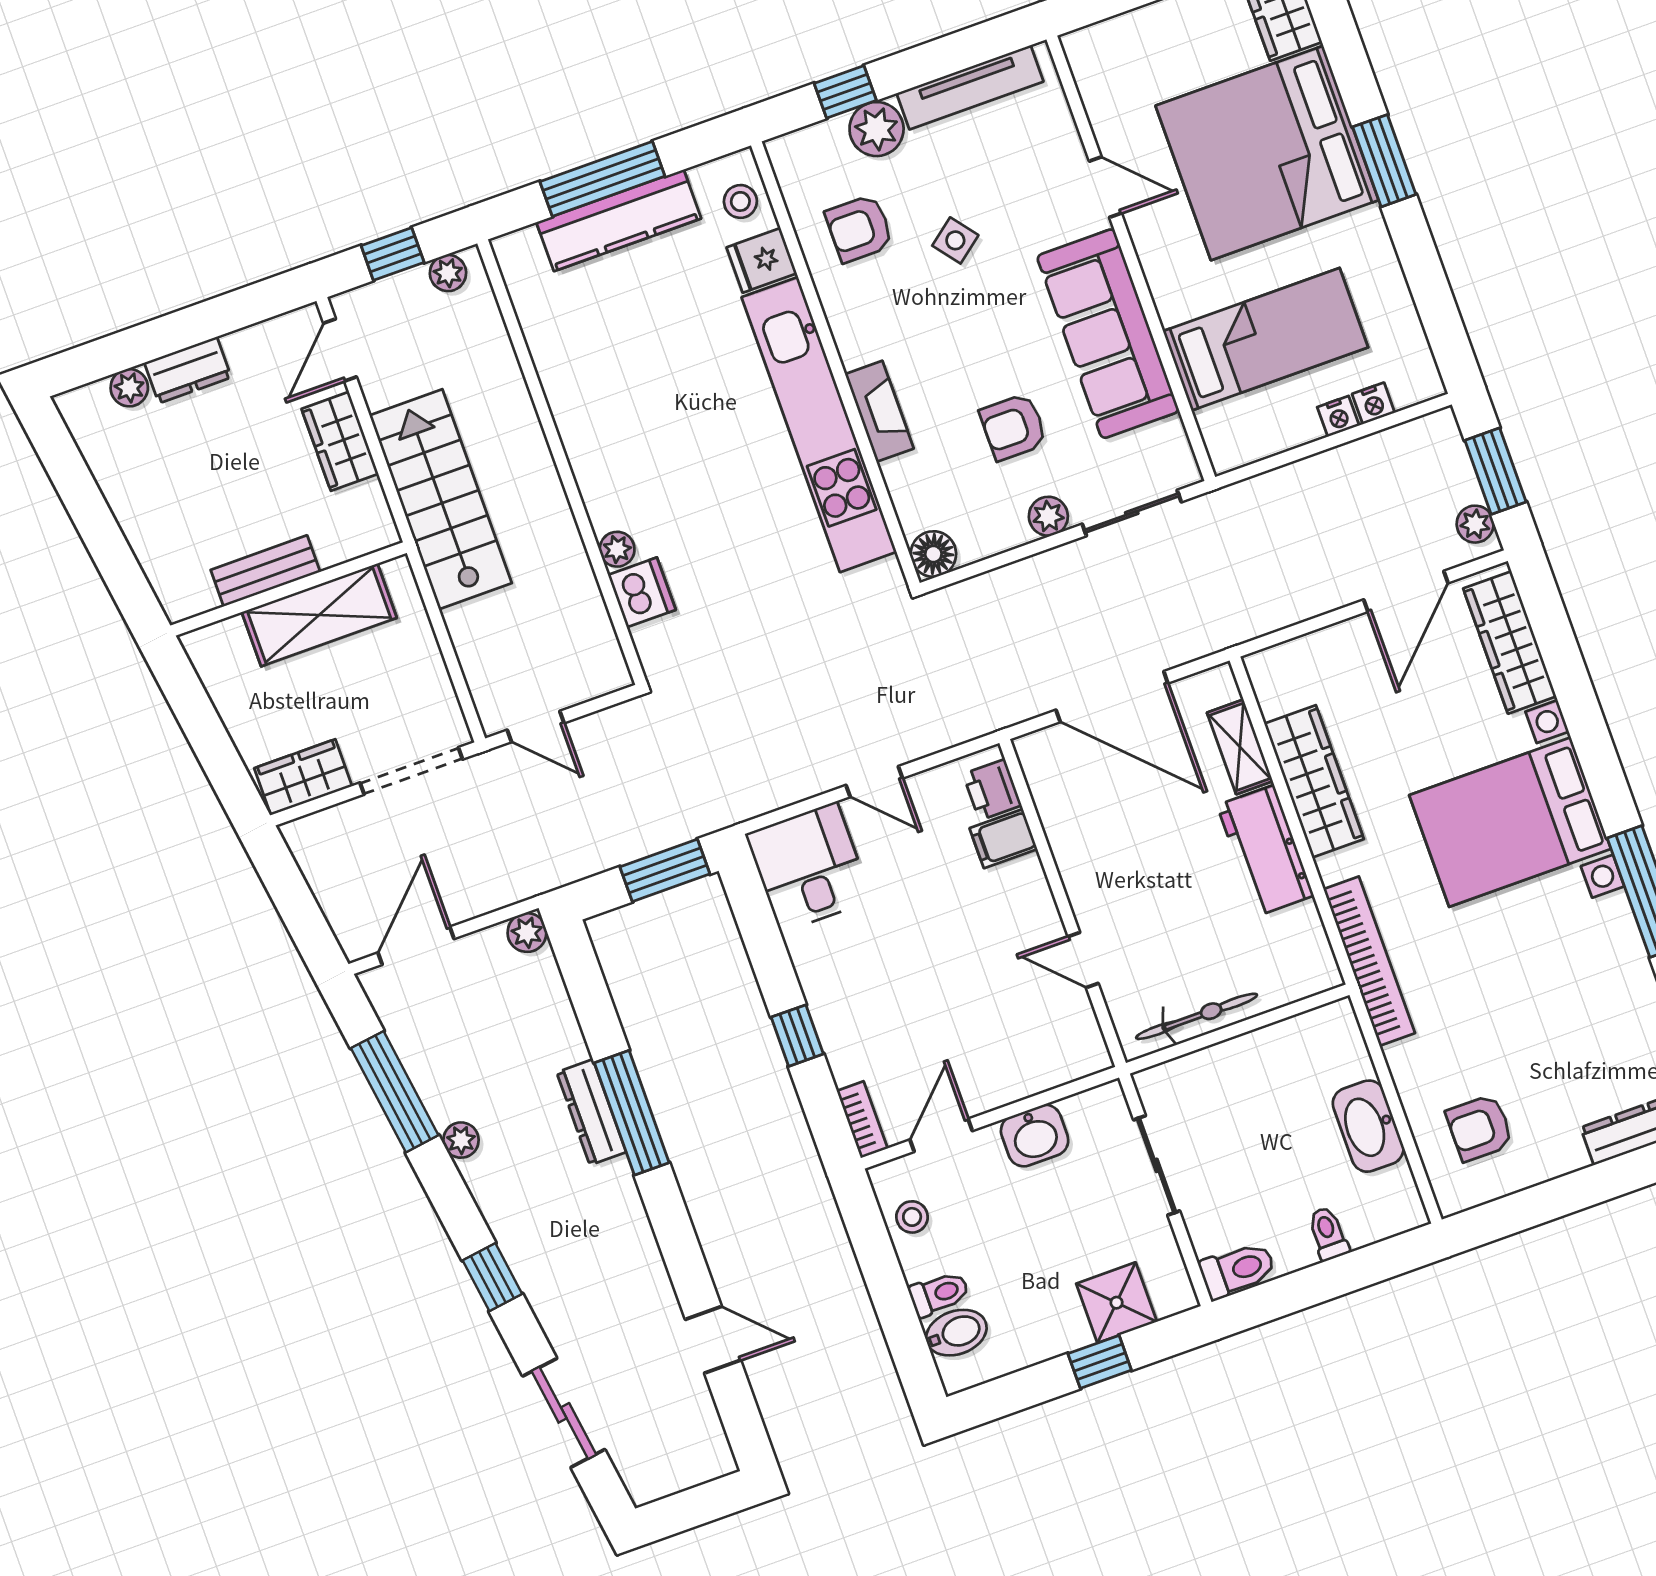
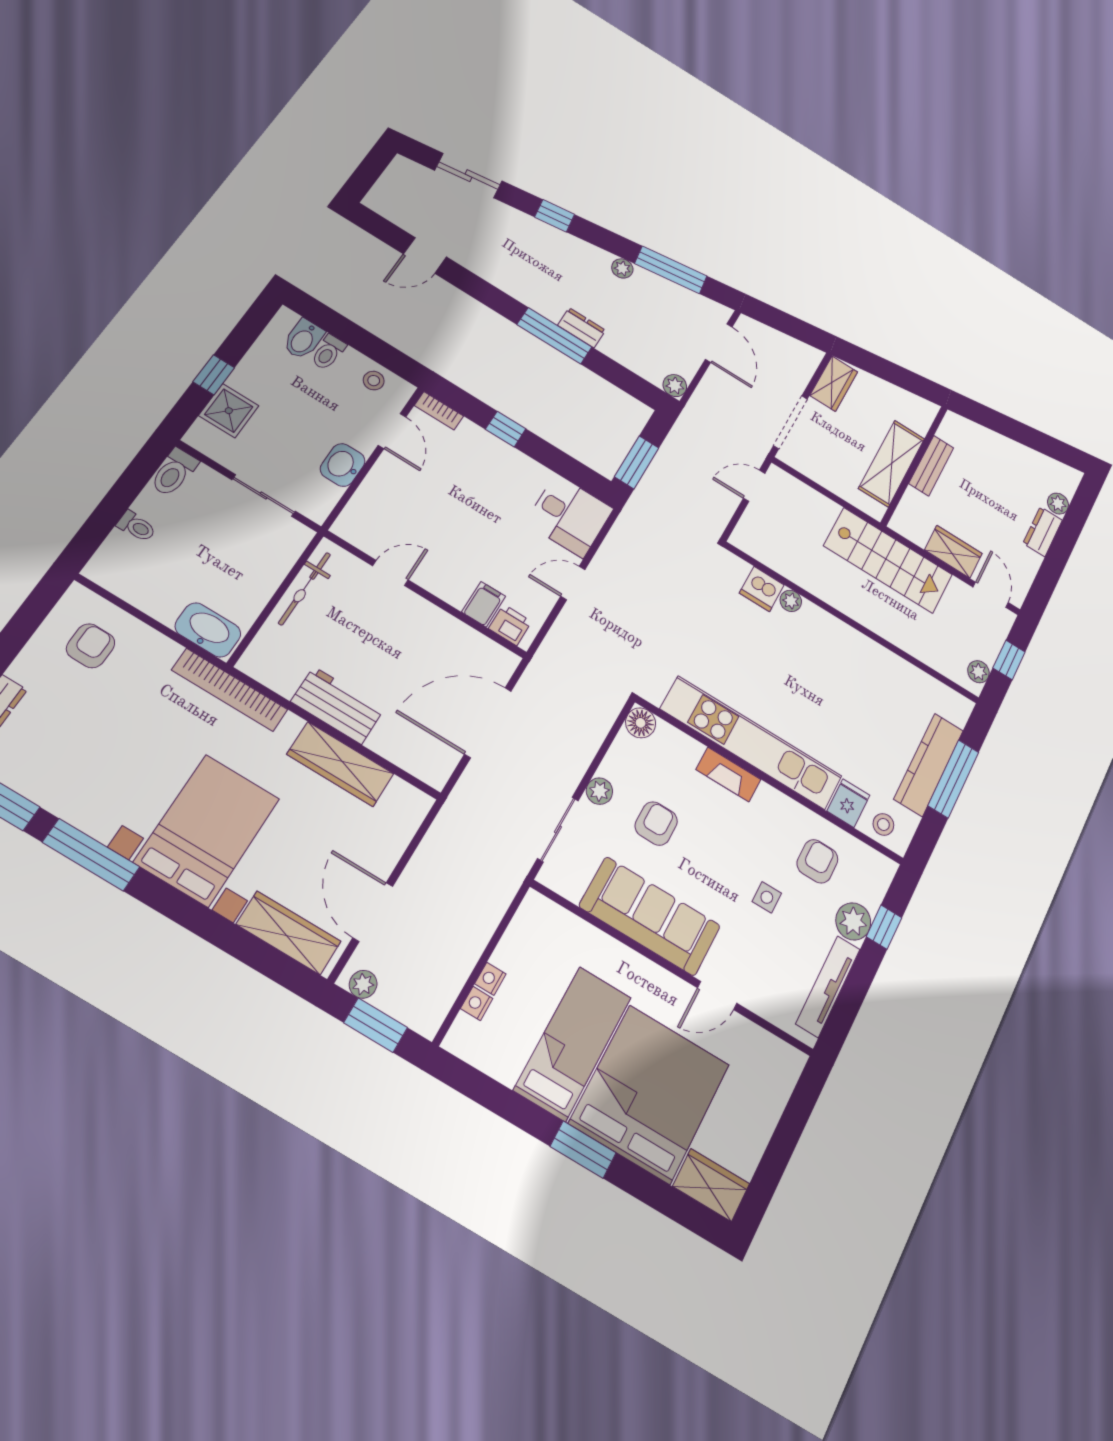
side table: (955, 240) -> (767, 897), turned 38
bed: (1266, 339) -> (573, 1043), moved, turned 180
shelving: (1240, 747) -> (397, 750), removed
dresser: (591, 1112) -> (582, 328), width x0.70
washbasin: (1368, 1126) -> (208, 630), moved

